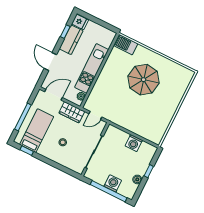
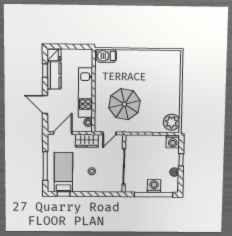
parasol: (144, 80) -> (124, 104), moved
plant: (156, 133) -> (172, 122), added
washing machine: (134, 143) -> (173, 142), moved

